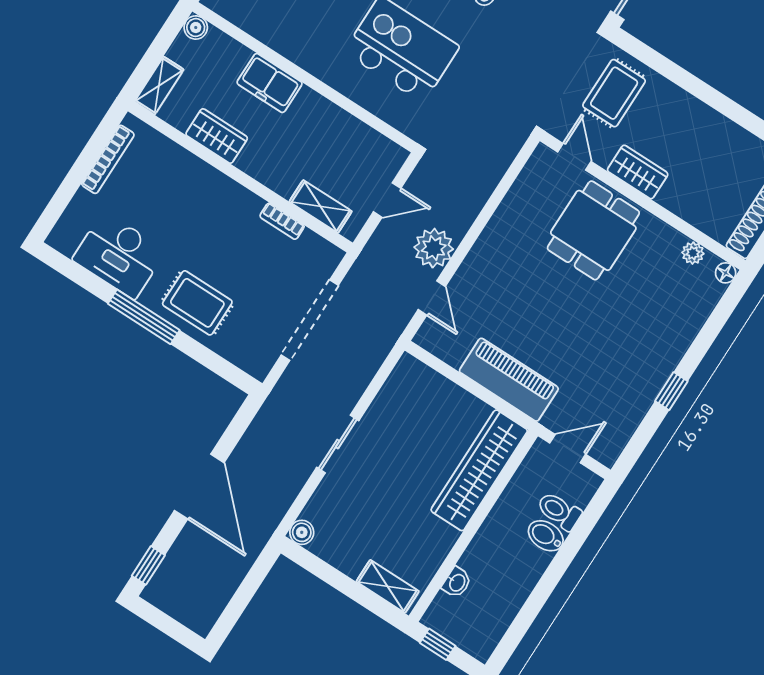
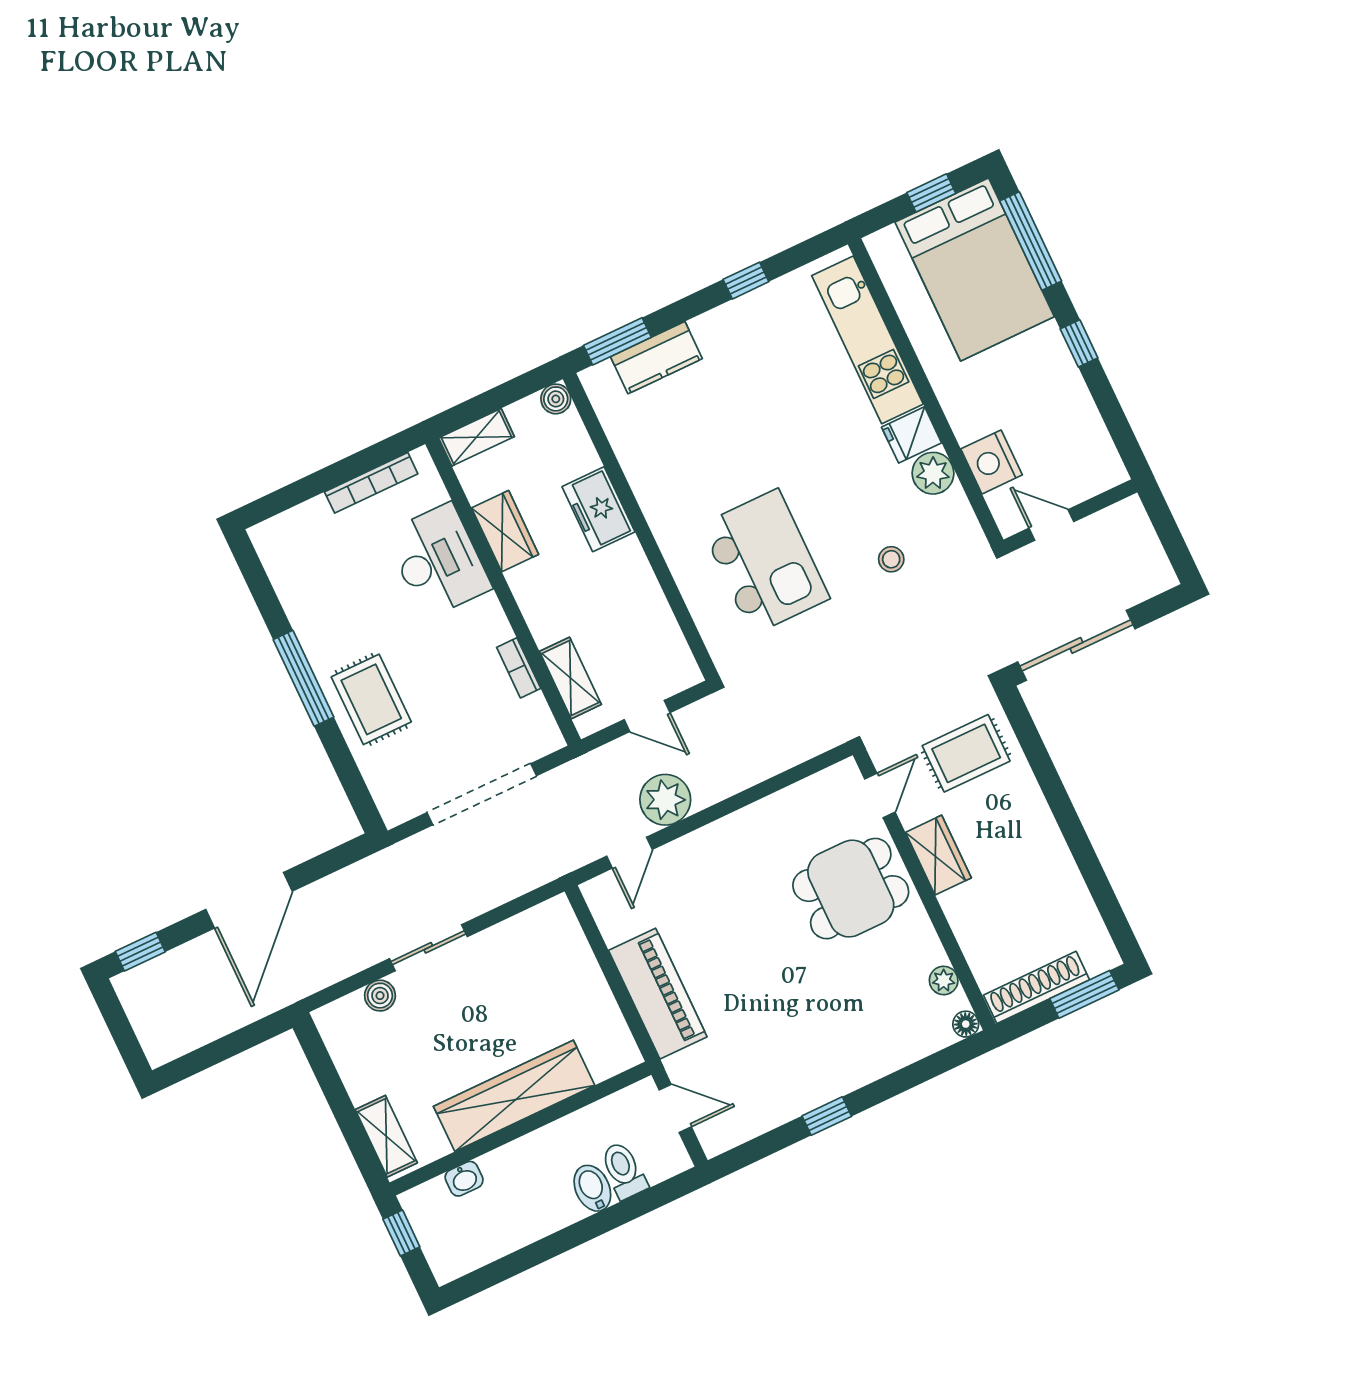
desk: (119, 255) -> (438, 561), moved, turned 180
wardrobe: (479, 470) -> (514, 1096), moved
boiler: (302, 532) -> (380, 996), moved

